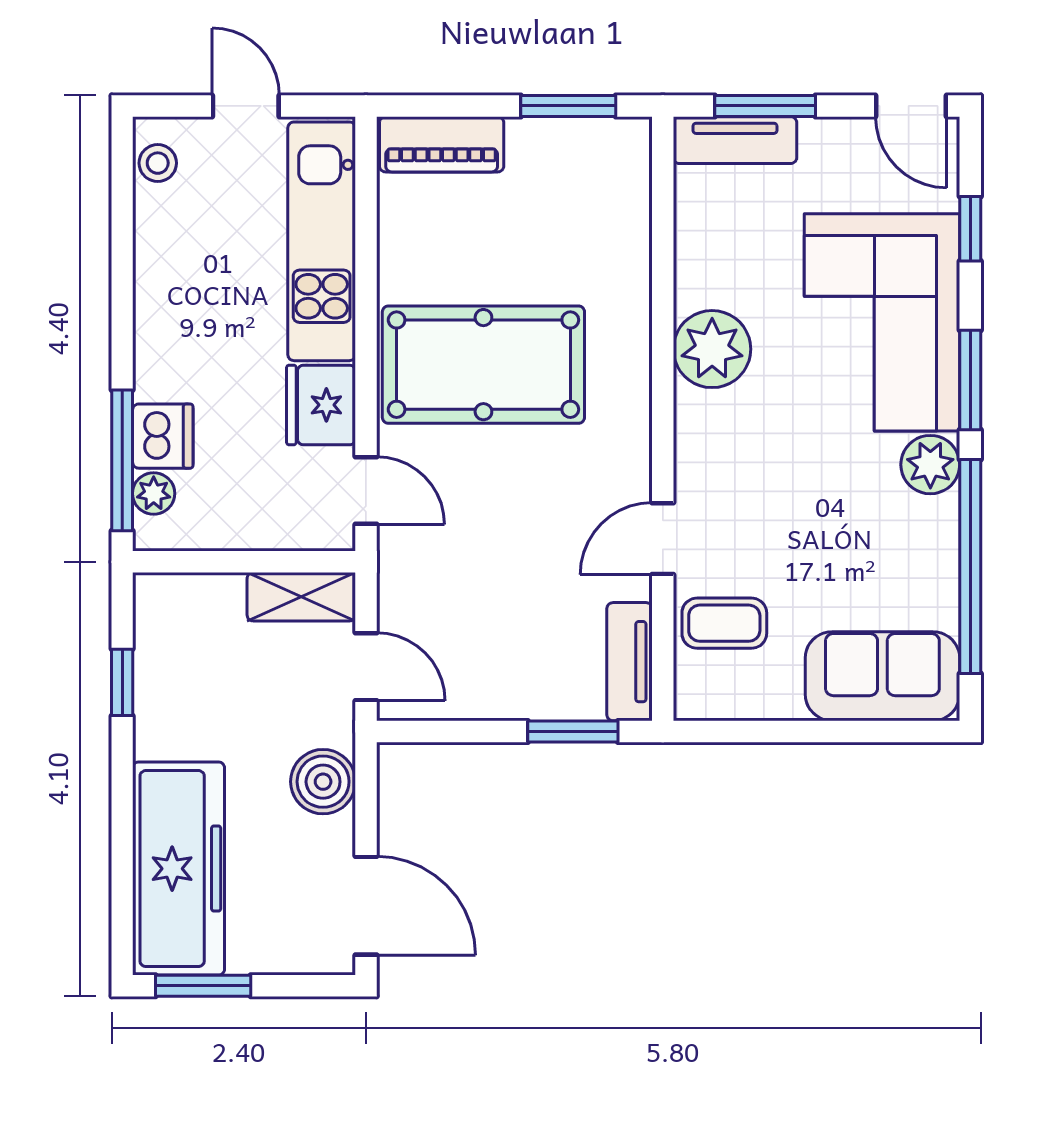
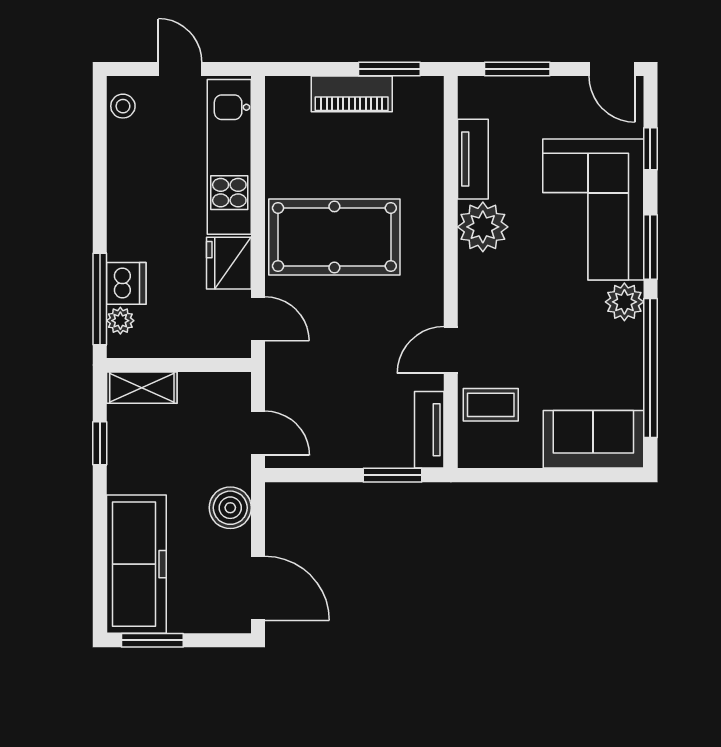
tv unit: (735, 140) -> (473, 159), moved, turned -90
piano: (442, 144) -> (352, 94), moved
shelving: (301, 597) -> (142, 388), moved

